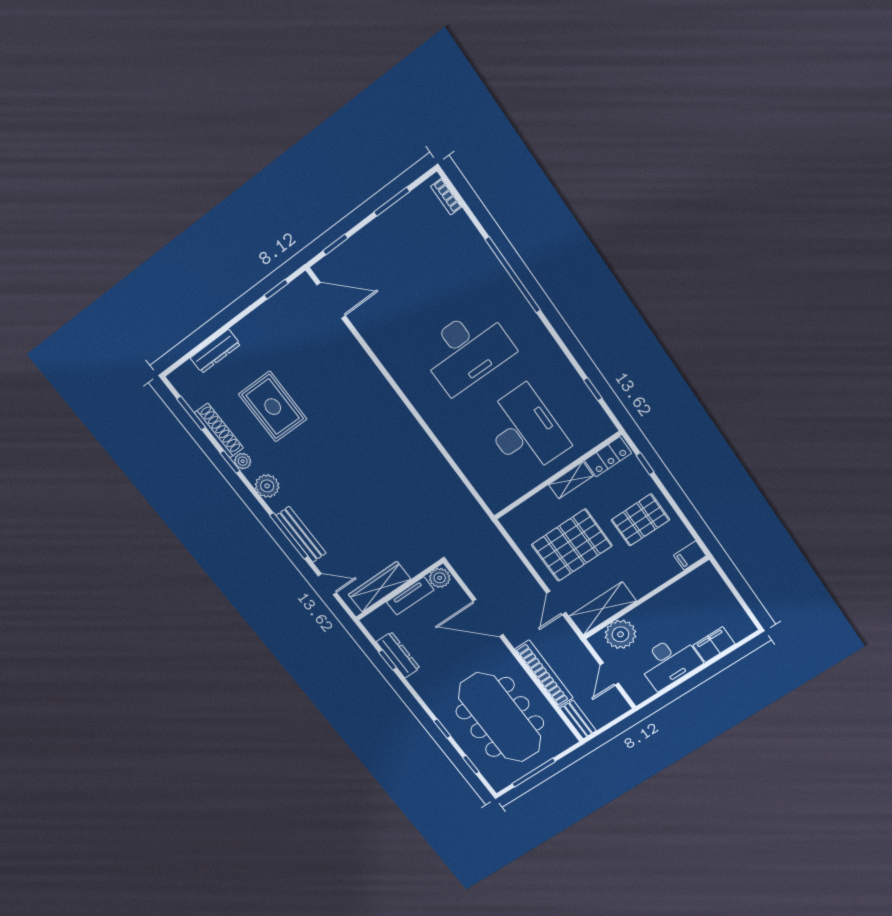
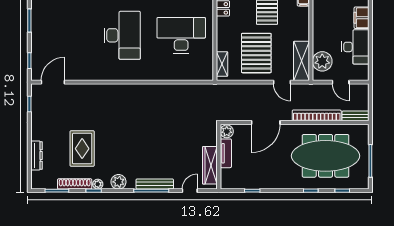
rug: (273, 407) -> (82, 149), turned 90
shelving: (571, 480) -> (222, 64), moved
dresser: (398, 655) -> (253, 183), removed

